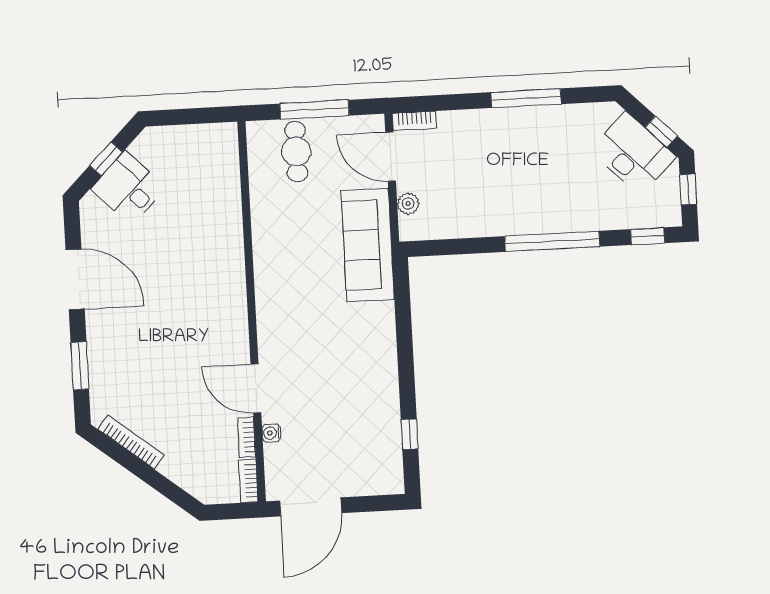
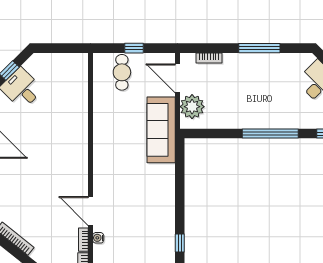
window: (314, 110) -> (134, 48), width x0.46
bookcase: (414, 121) -> (209, 58), moved
plant: (408, 204) -> (192, 107), width x1.87, depth x1.87

